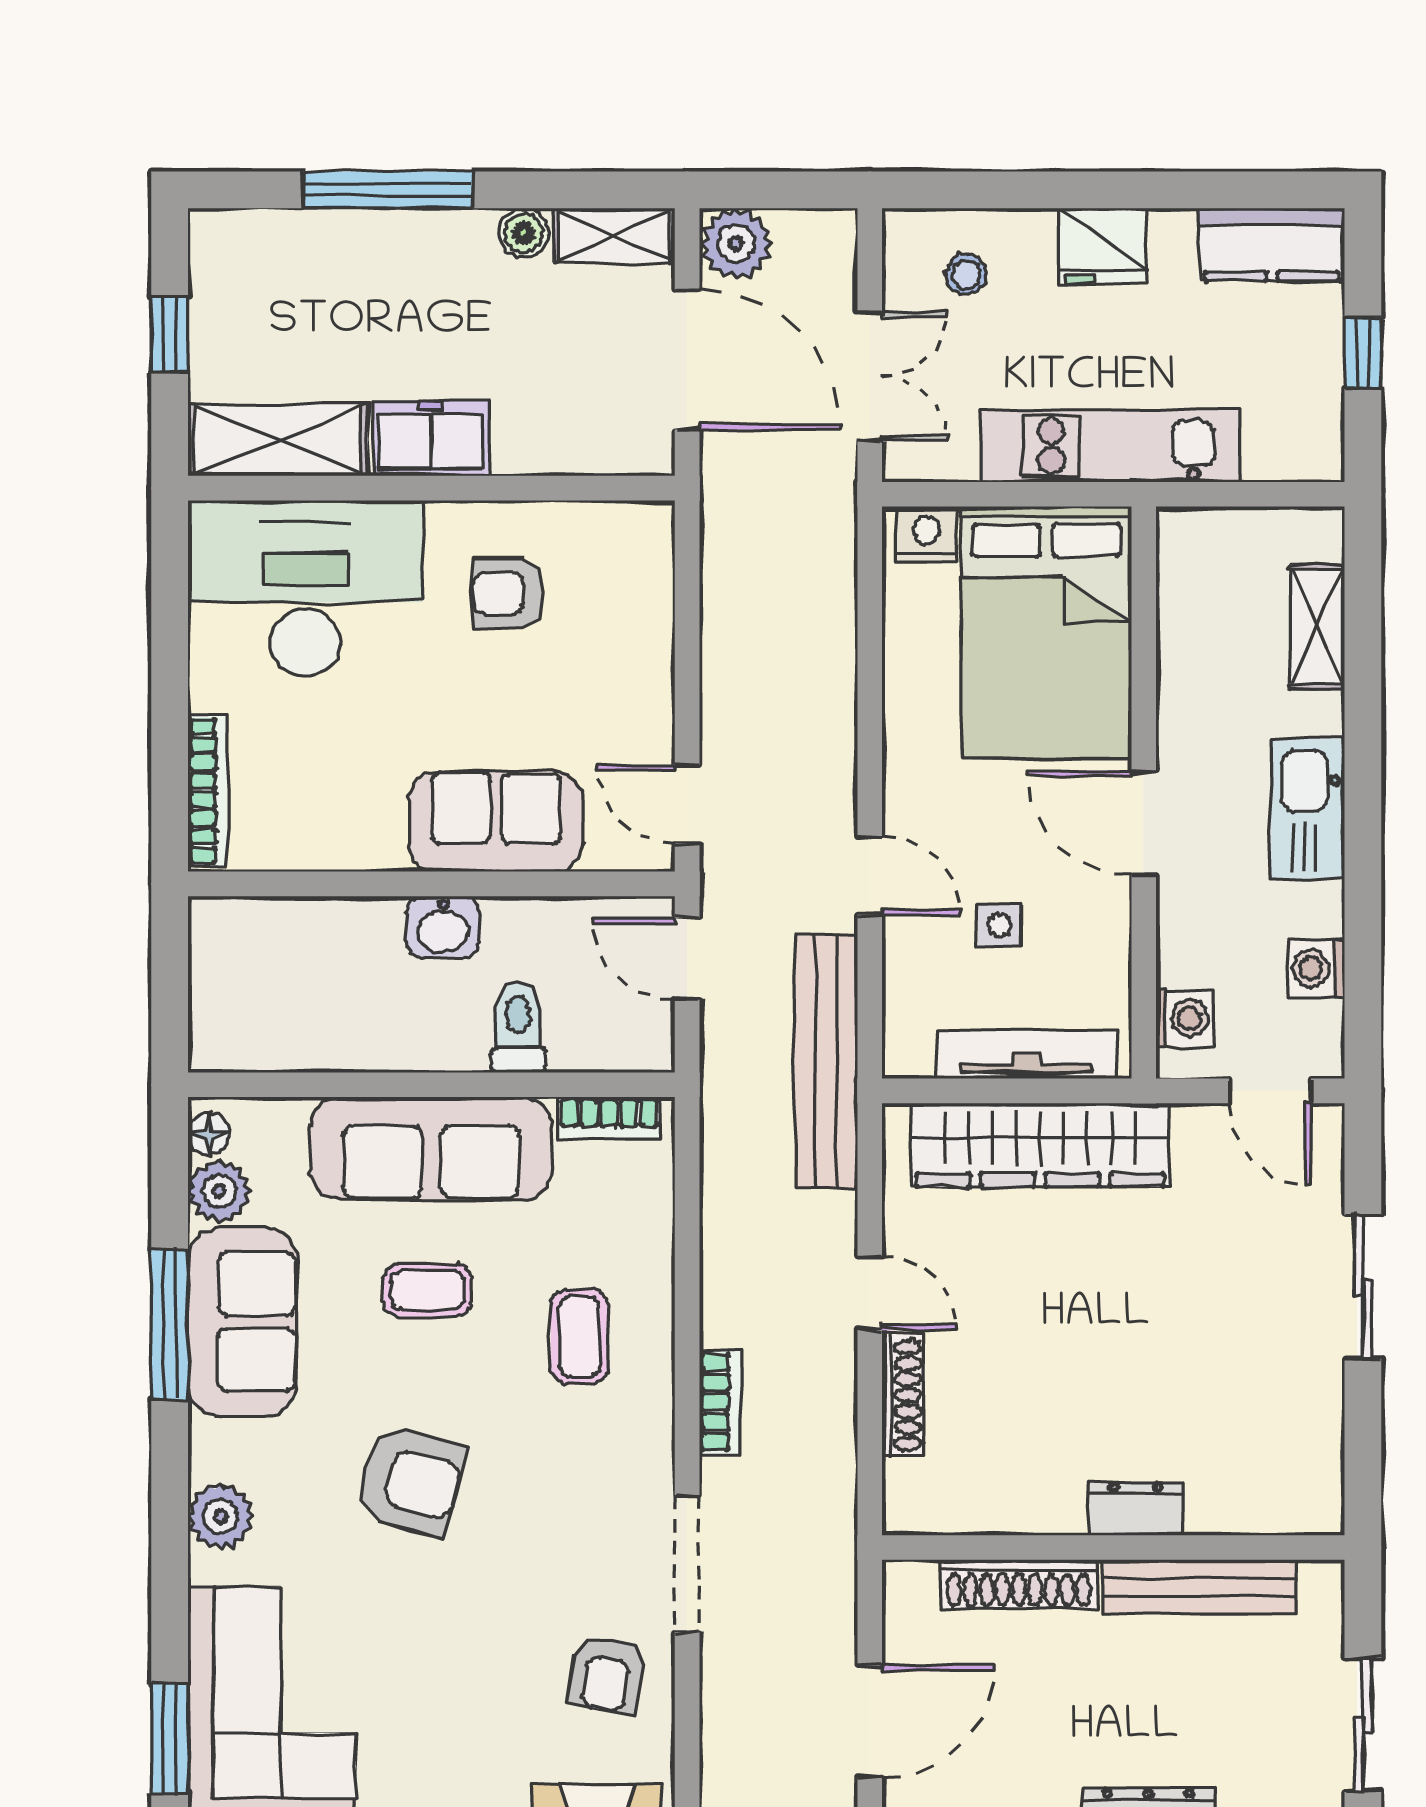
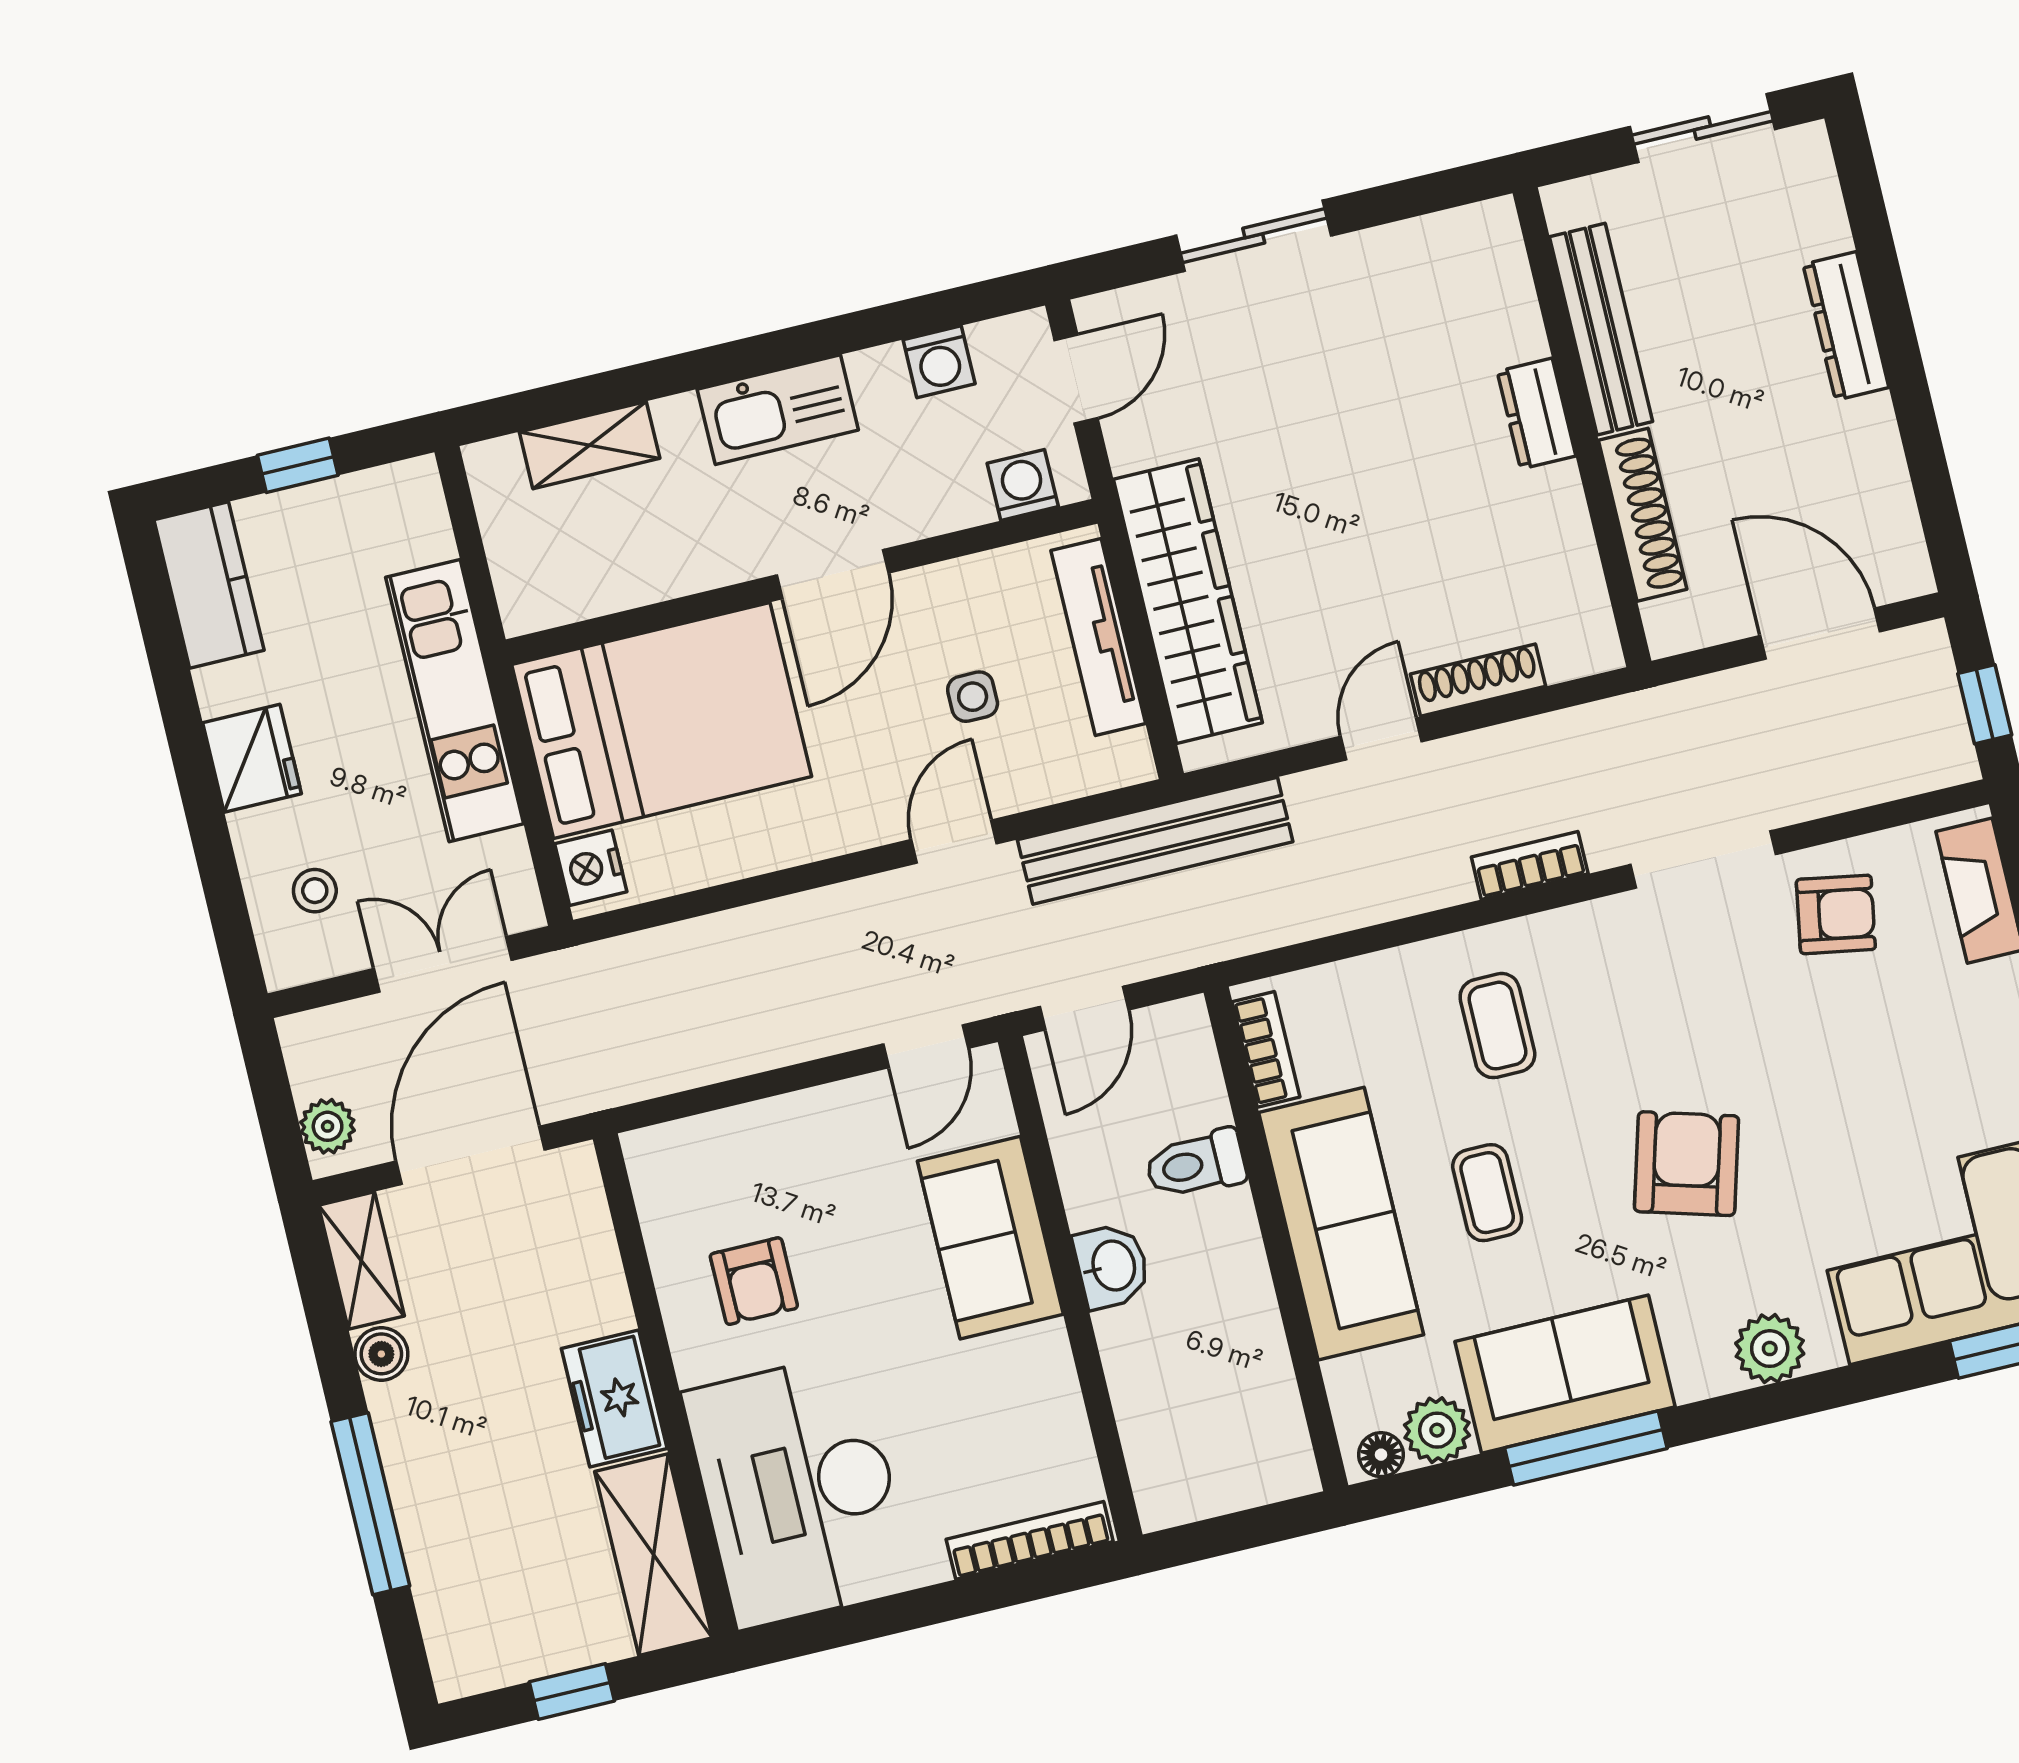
plant: (736, 244) -> (328, 1126), width x0.73, depth x0.73
coffee table: (579, 1337) -> (1497, 1026), turned 90

